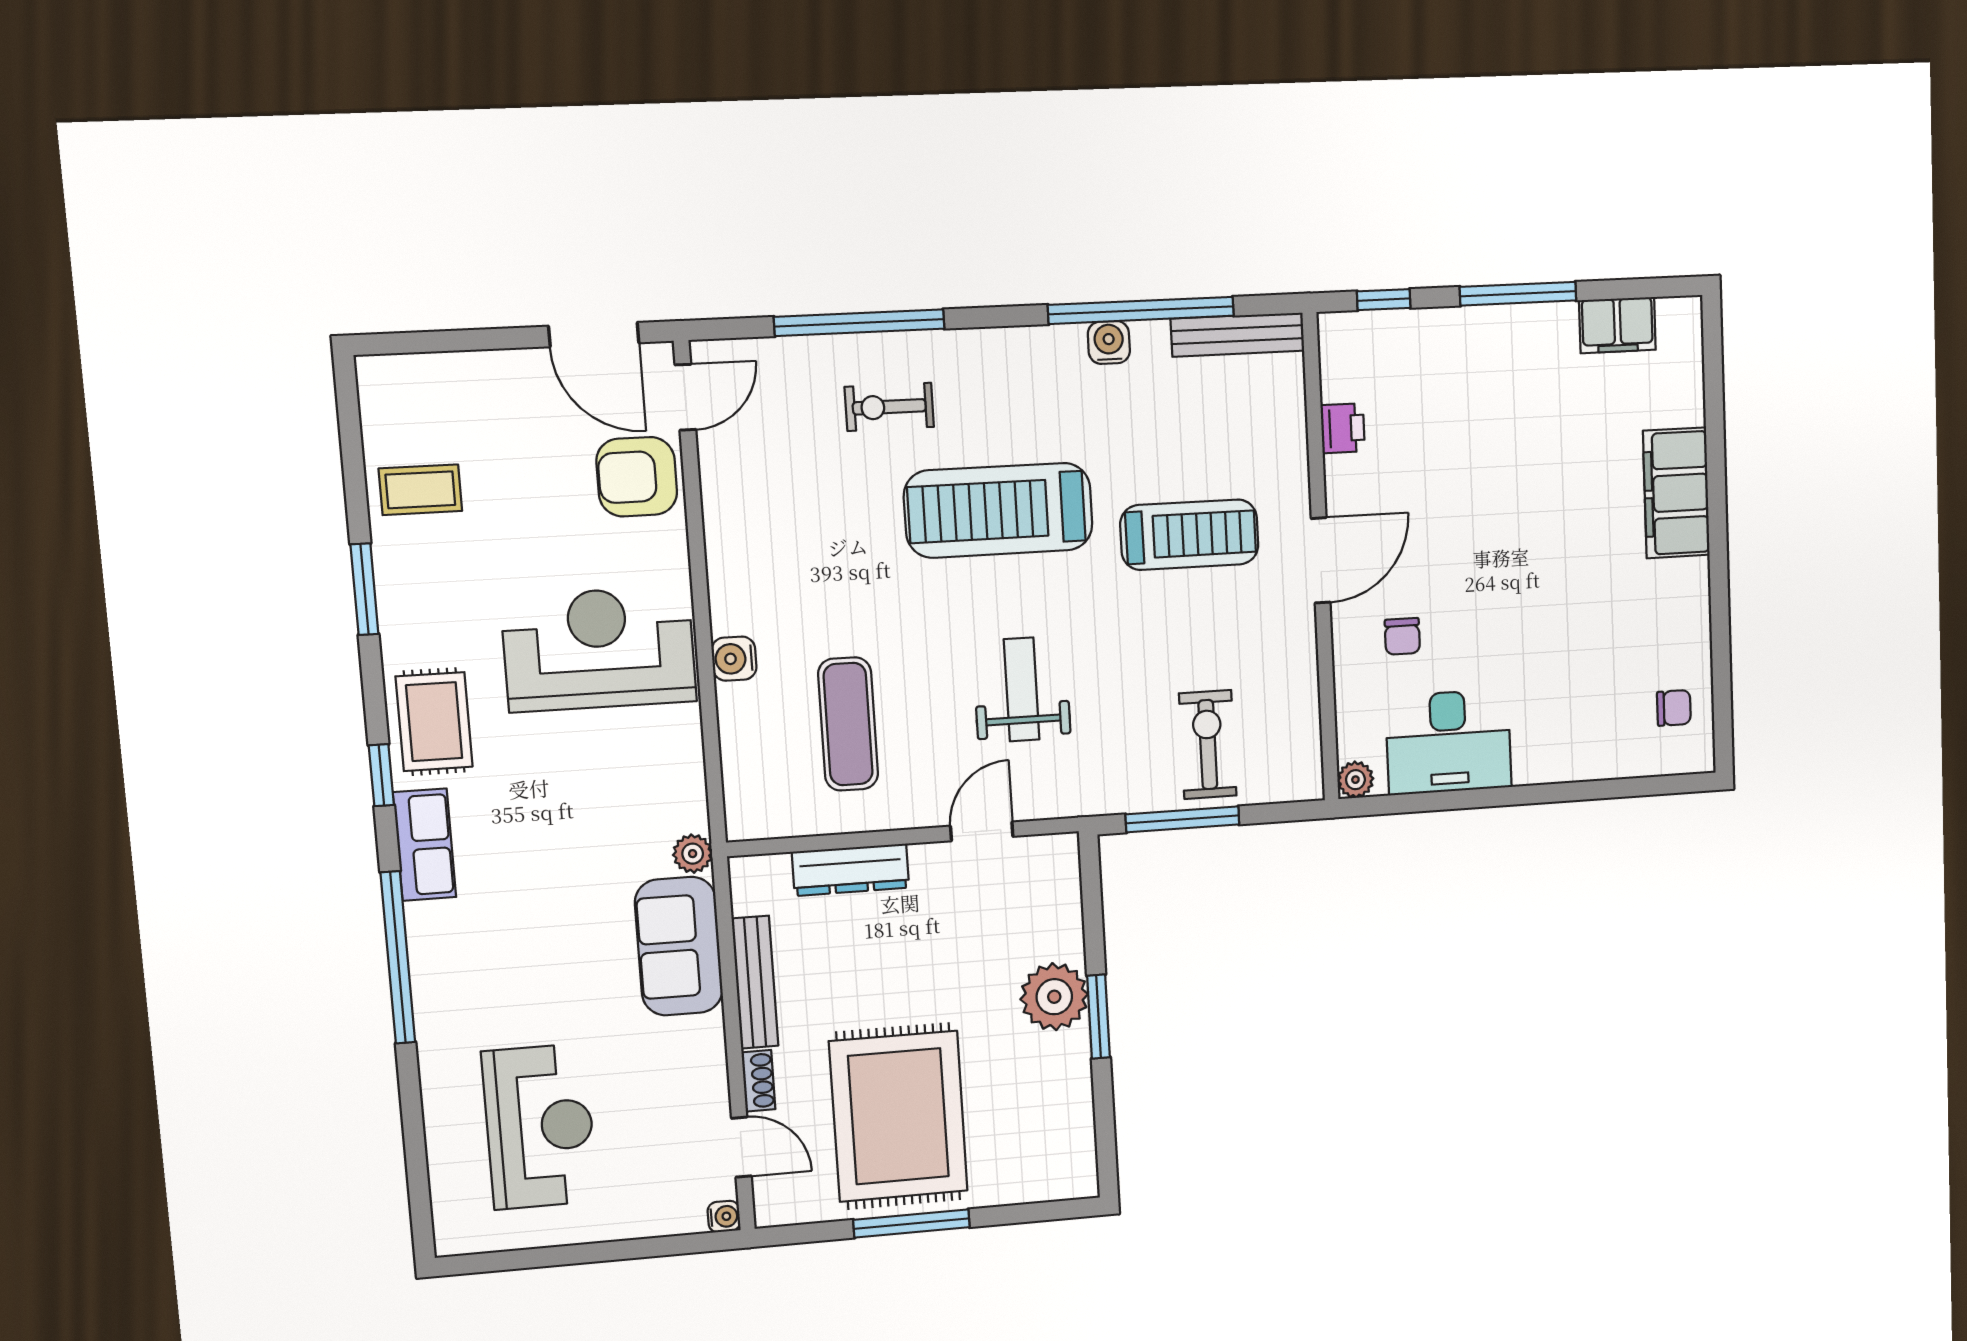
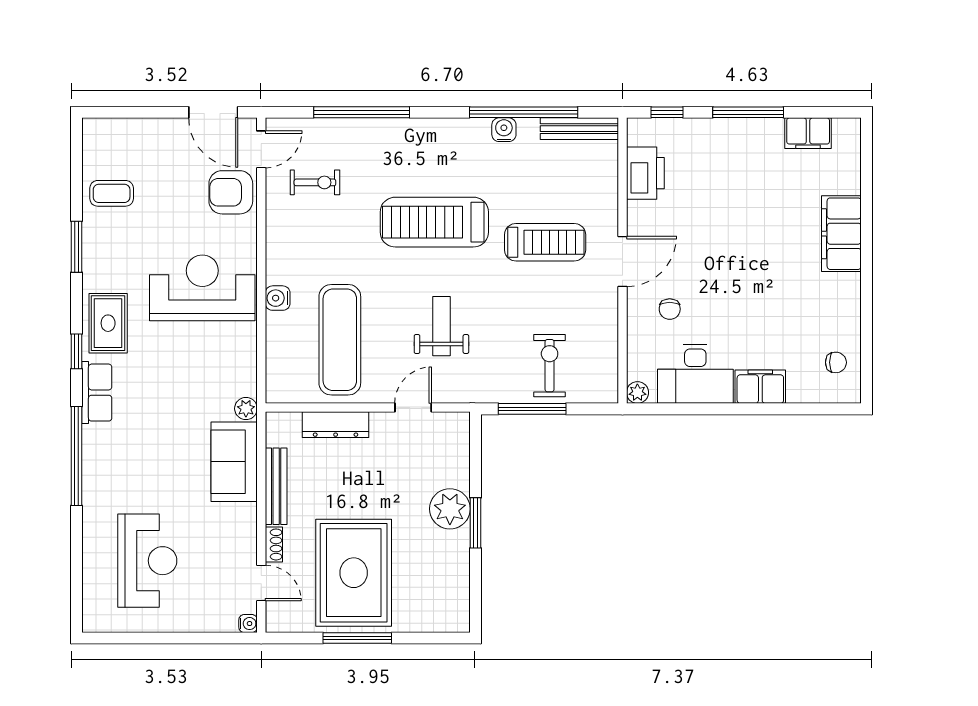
exercise bike: (889, 407) -> (315, 182), moved, turned 180
printer: (1343, 428) -> (645, 173), width x1.87, depth x1.48
exercise mat: (848, 724) -> (340, 340), width x1.36, depth x1.45
filing cabinet: (1554, 756) -> (760, 387), added

